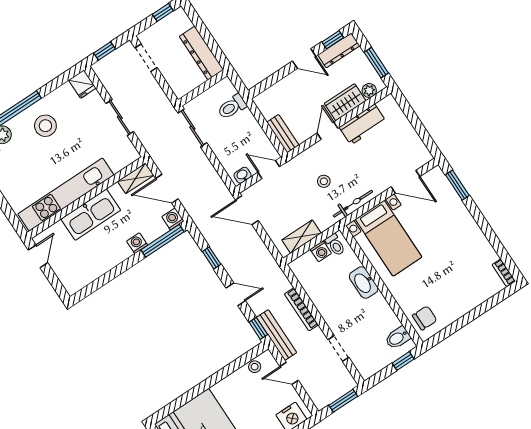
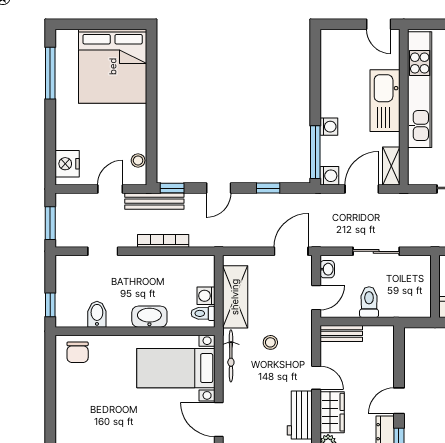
toilet: (232, 107) -> (369, 302), moved
sliding door: (192, 128) -> (376, 251), moved
door: (405, 182) -> (219, 420), hinge flipped
shelving: (301, 237) -> (235, 297), width x1.50, depth x1.33
bidet: (398, 338) -> (97, 314), moved

